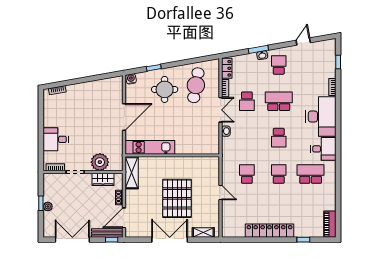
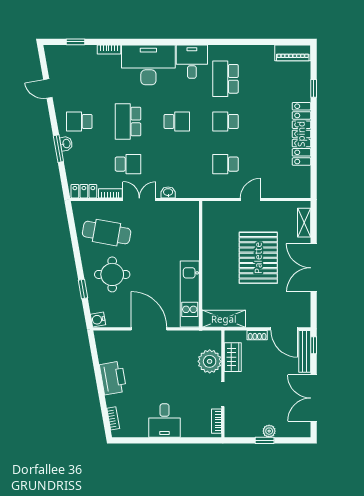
printer: (87, 90) -> (113, 378), added
desk: (56, 139) -> (165, 421), moved
pallet: (177, 198) -> (258, 258), turned 90

